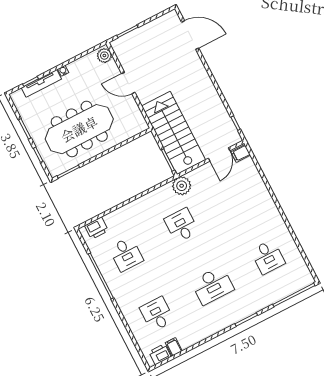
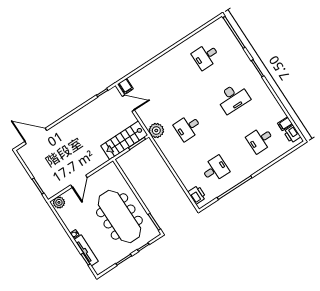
door: (190, 35) -> (36, 136), hinge flipped
stairs: (174, 133) -> (124, 140), width x0.73, depth x0.66
desk: (268, 257) -> (206, 56), turned 180
desk: (212, 285) -> (233, 98), turned 90

